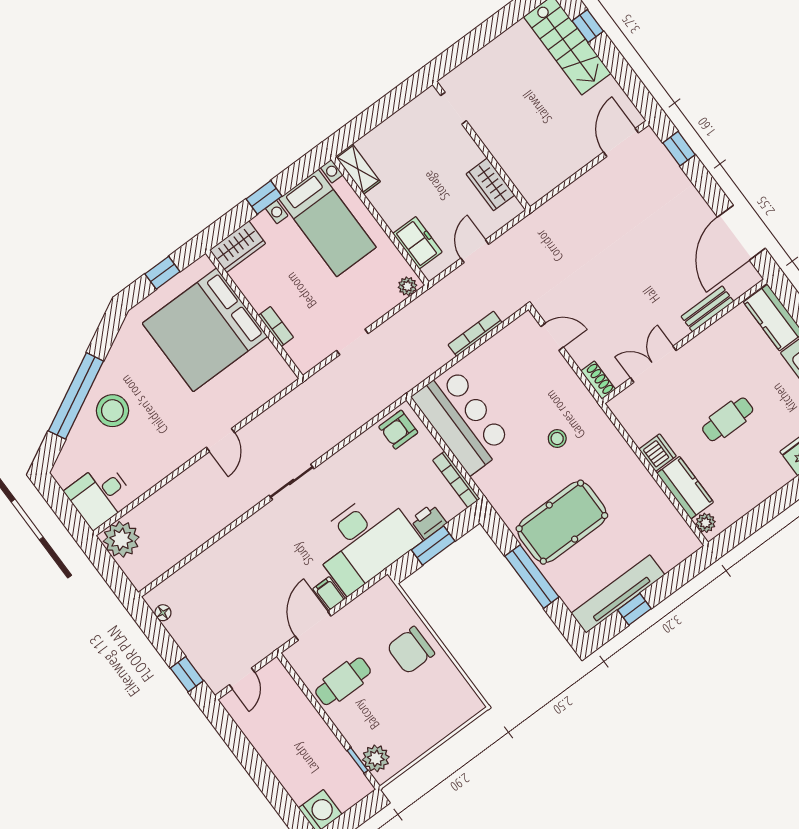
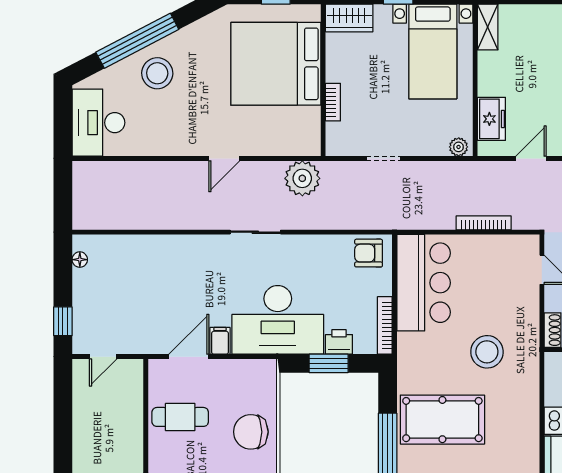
stool: (557, 439) -> (487, 352), width x1.89, depth x1.89
desk: (100, 495) -> (98, 123), width x1.37
plant: (121, 539) -> (302, 178), moved

